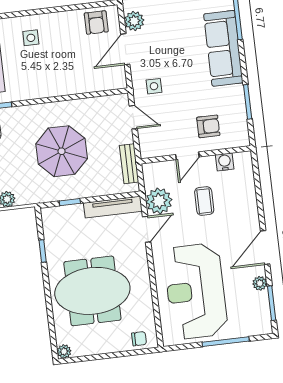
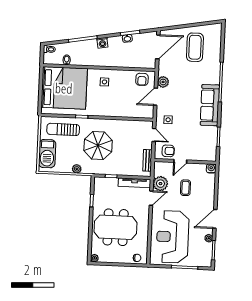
armchair: (208, 126) -> (168, 151), moved
parasol: (62, 151) -> (98, 145), moved
water cooler: (225, 162) -> (211, 168), moved

